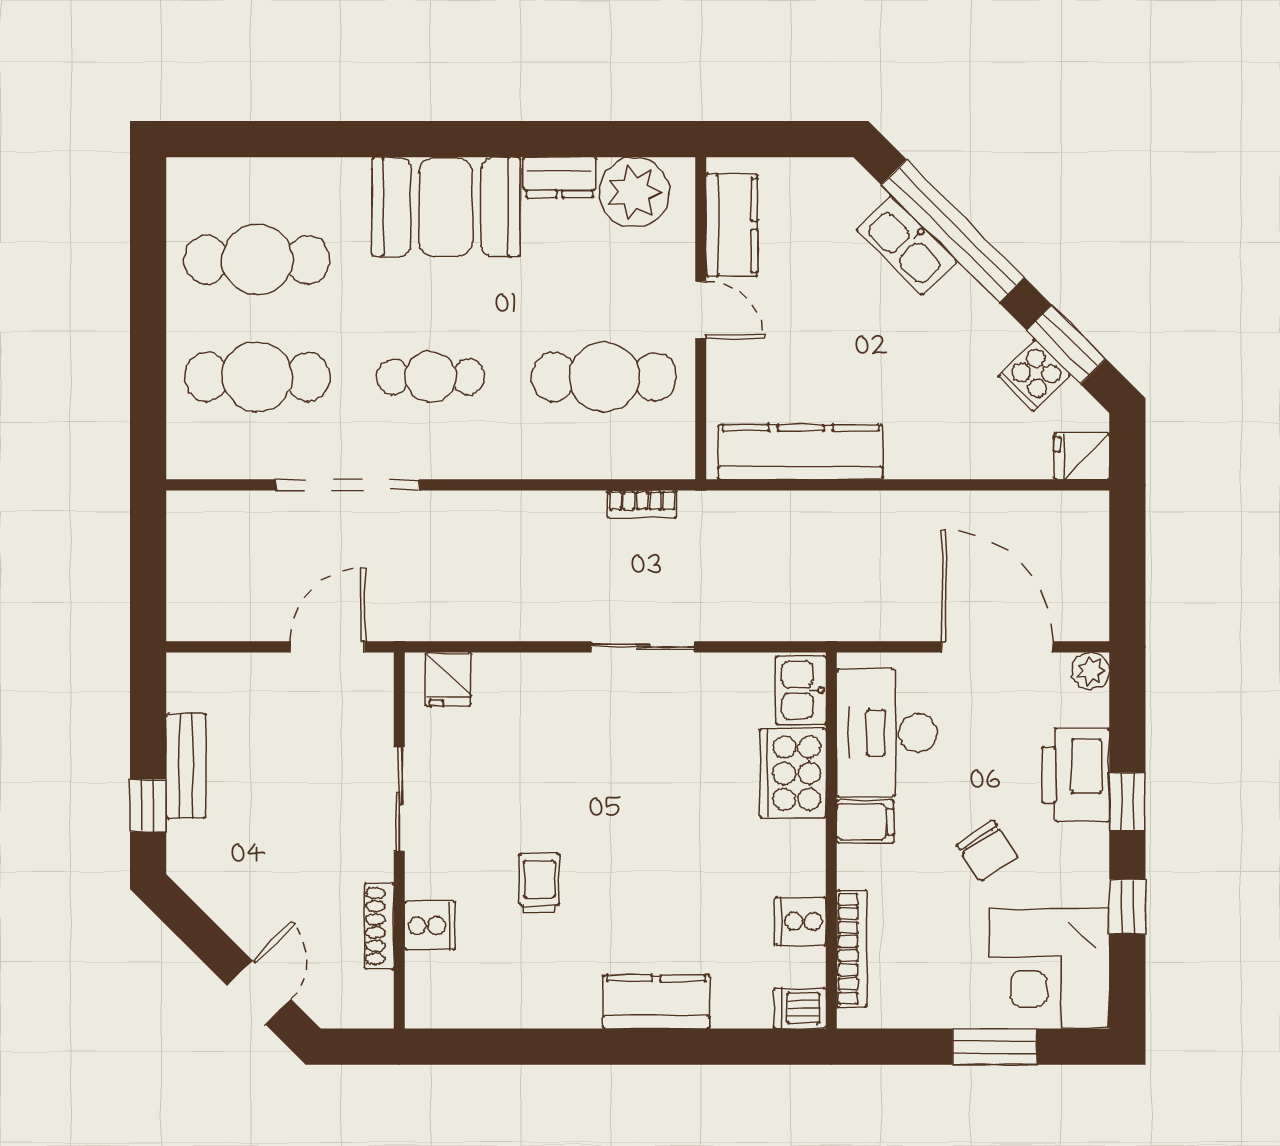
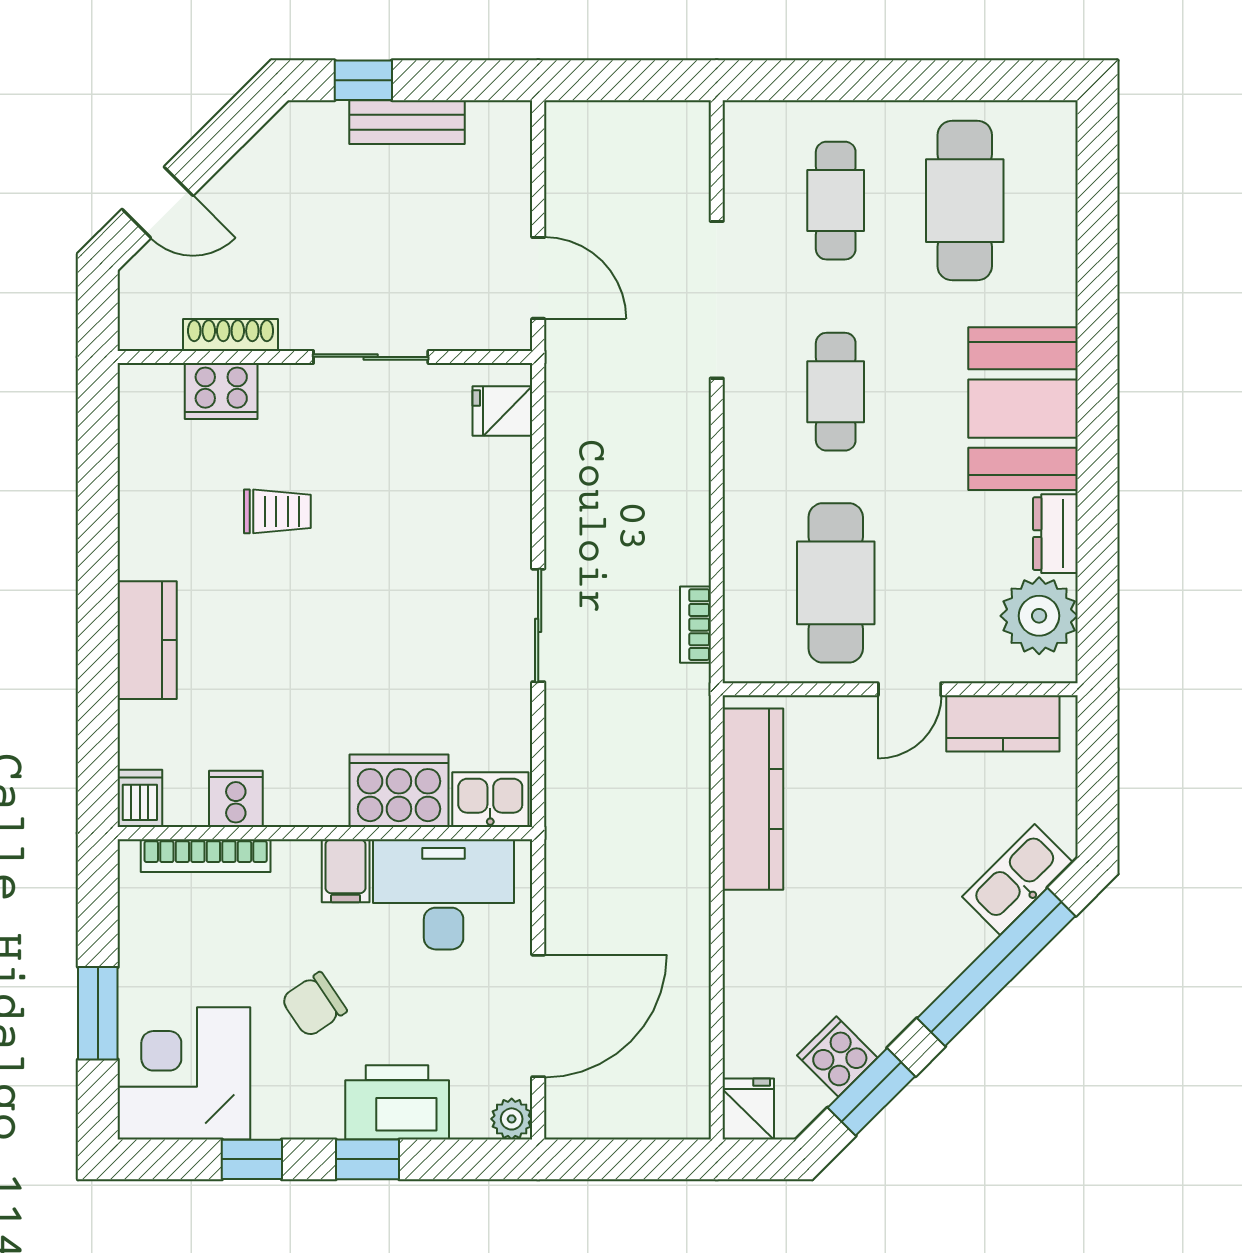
kitchen sink: (907, 245) -> (1017, 879), moved
cafe table: (257, 377) -> (836, 201), width x0.73, depth x0.74
cooker: (430, 926) -> (221, 391), width x1.36

